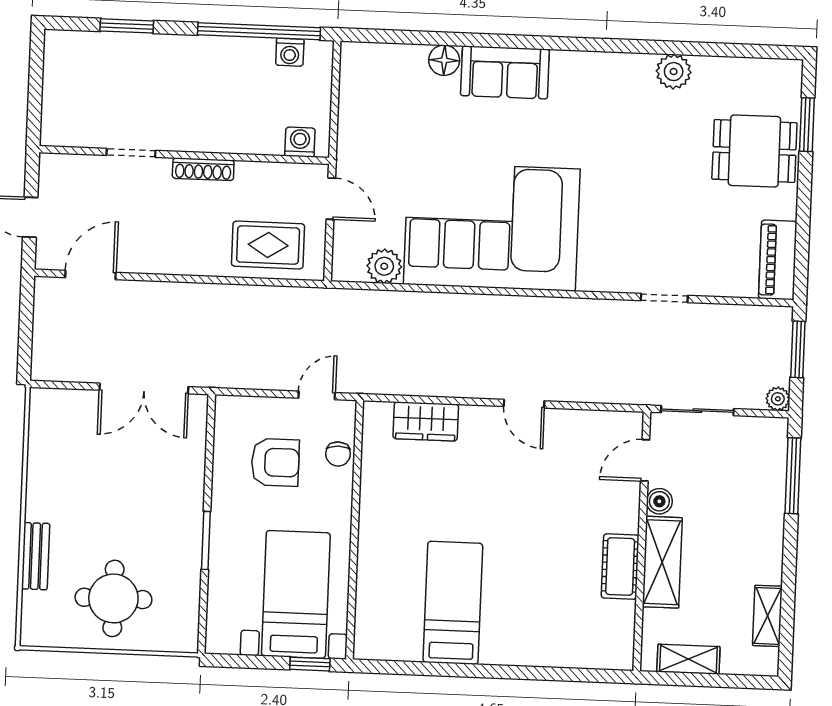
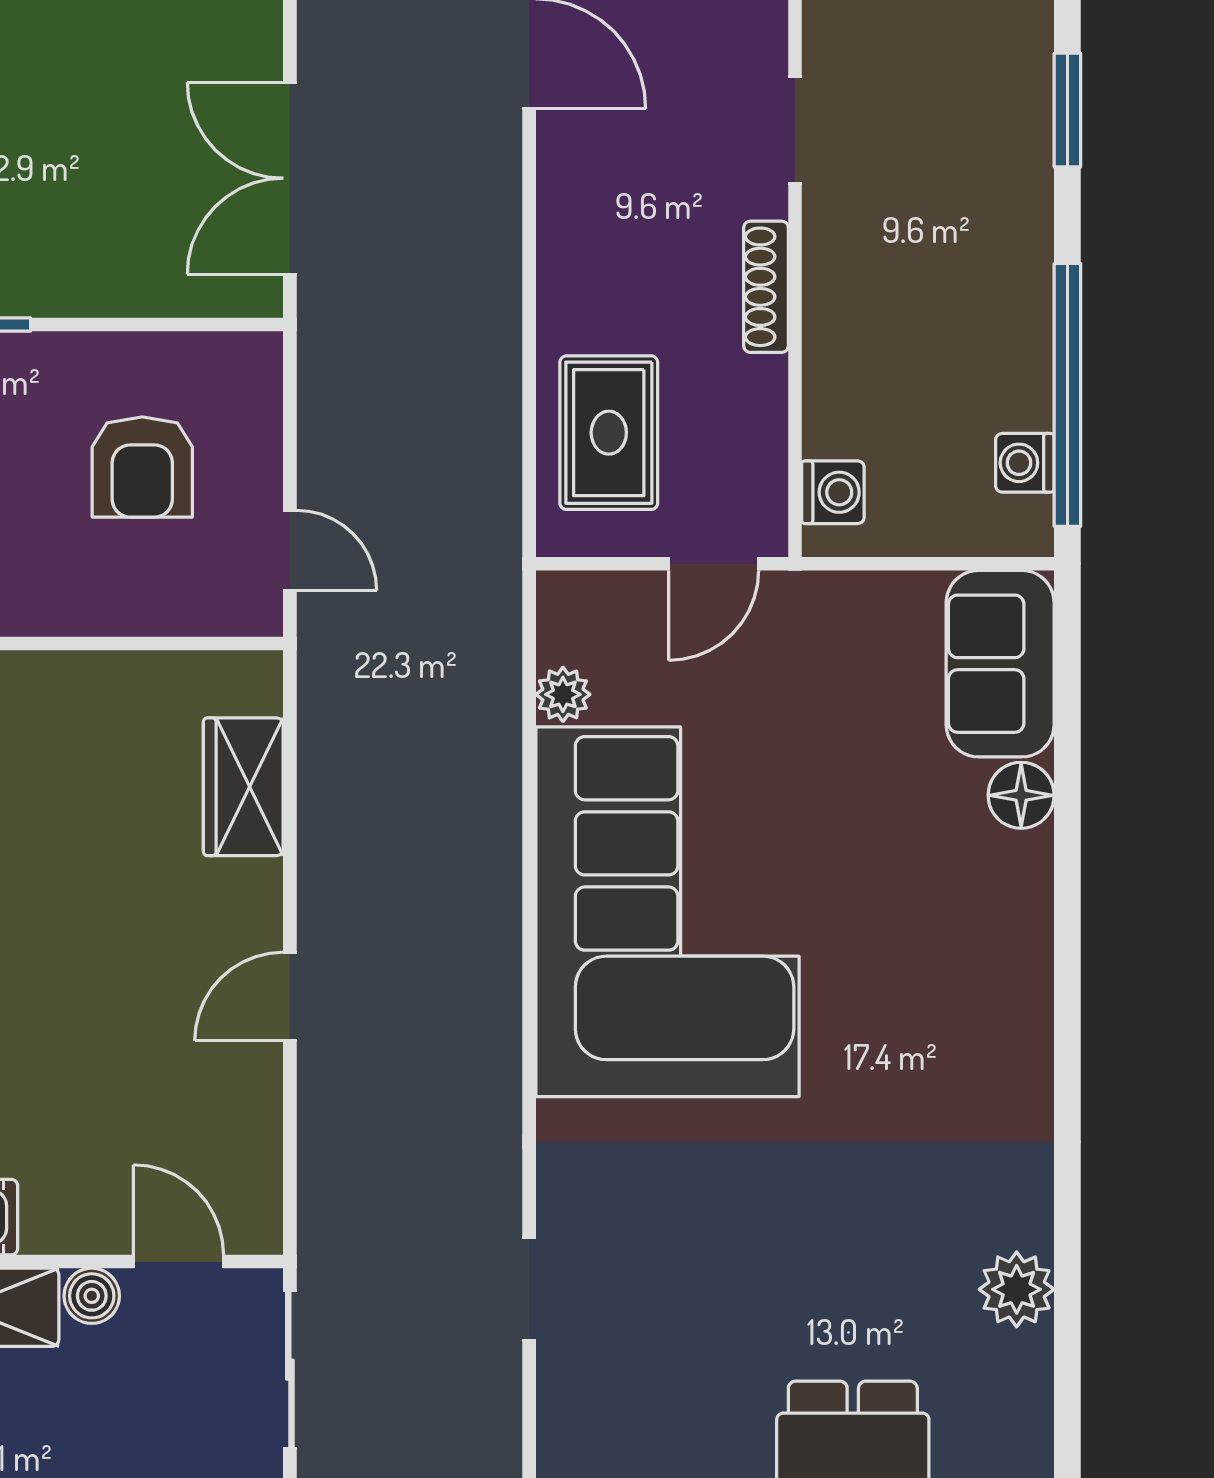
sofa: (505, 72) -> (1000, 664), moved
plant: (384, 266) -> (563, 694), width x0.73, depth x0.73
chair: (338, 454) -> (166, 601), removed

